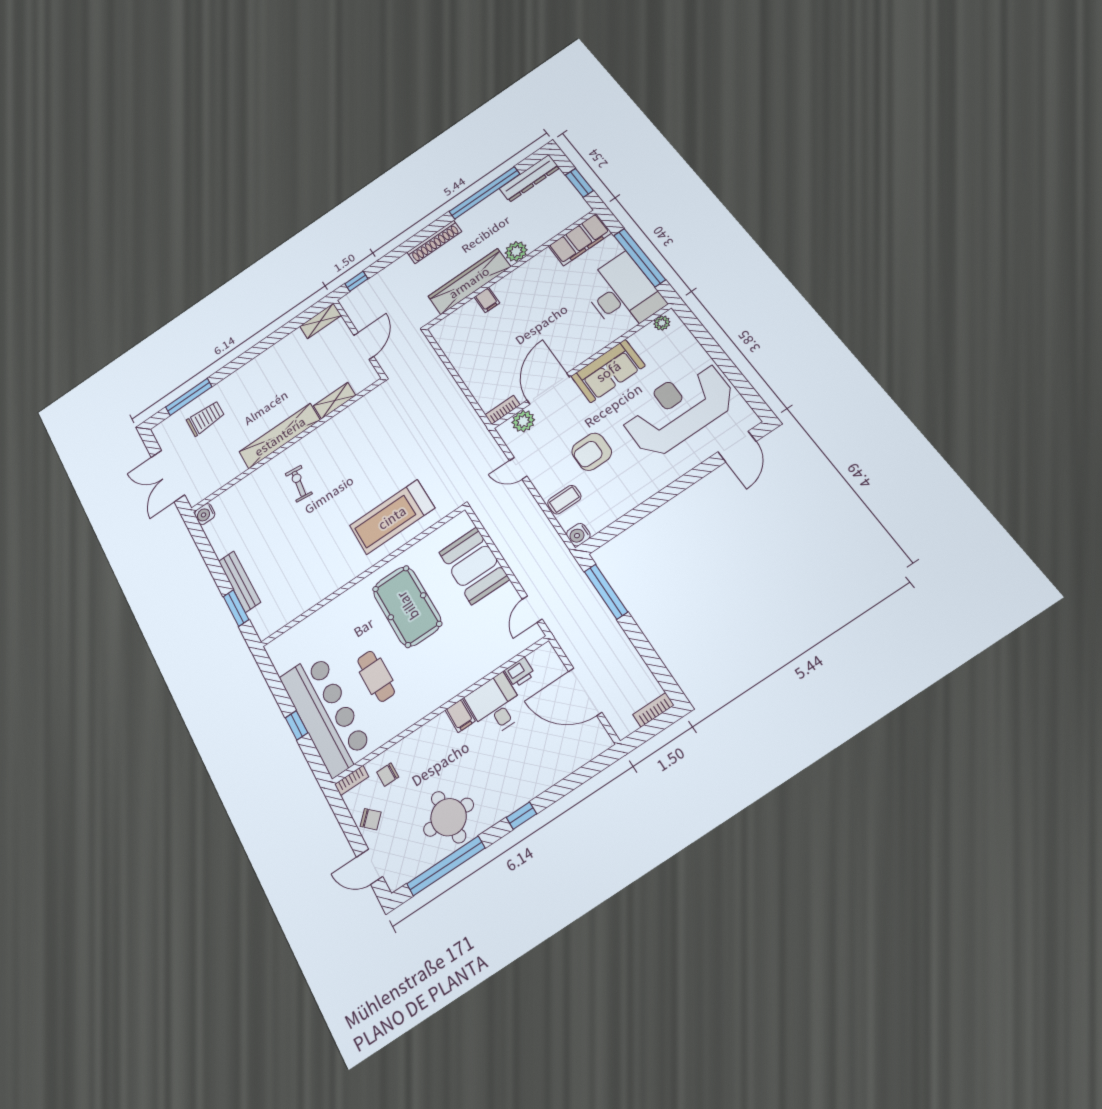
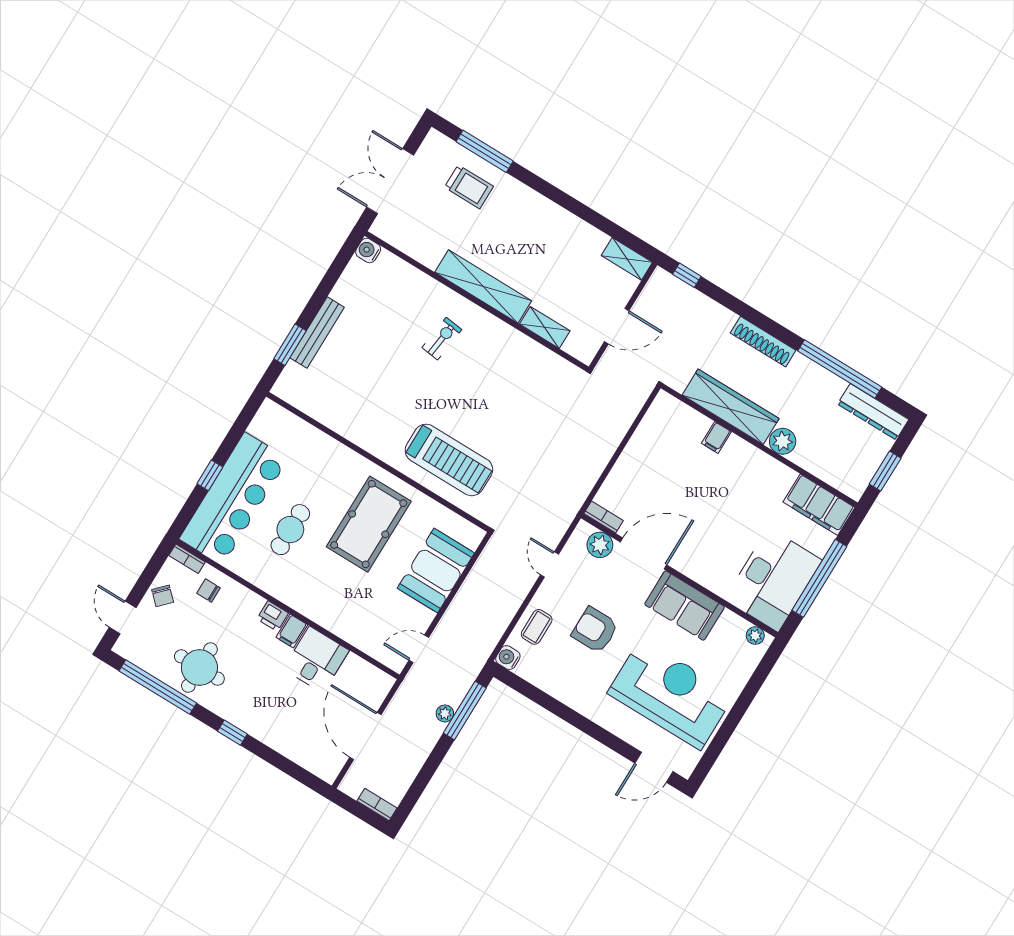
coffee table: (564, 500) -> (537, 627), turned 90
treadmill: (392, 517) -> (449, 460), turned 180
plant: (600, 610) -> (445, 713), added
printer: (520, 672) -> (273, 616), moved

